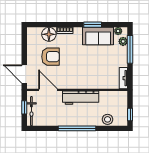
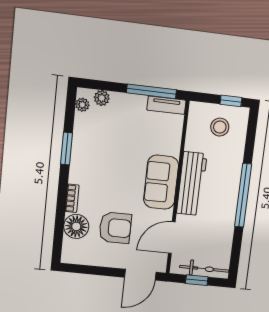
sofa: (98, 36) -> (161, 182), moved, turned 180
window: (130, 49) -> (151, 91), moved
armchair: (50, 57) -> (115, 228), turned 90
stool: (108, 119) -> (220, 127), moved

